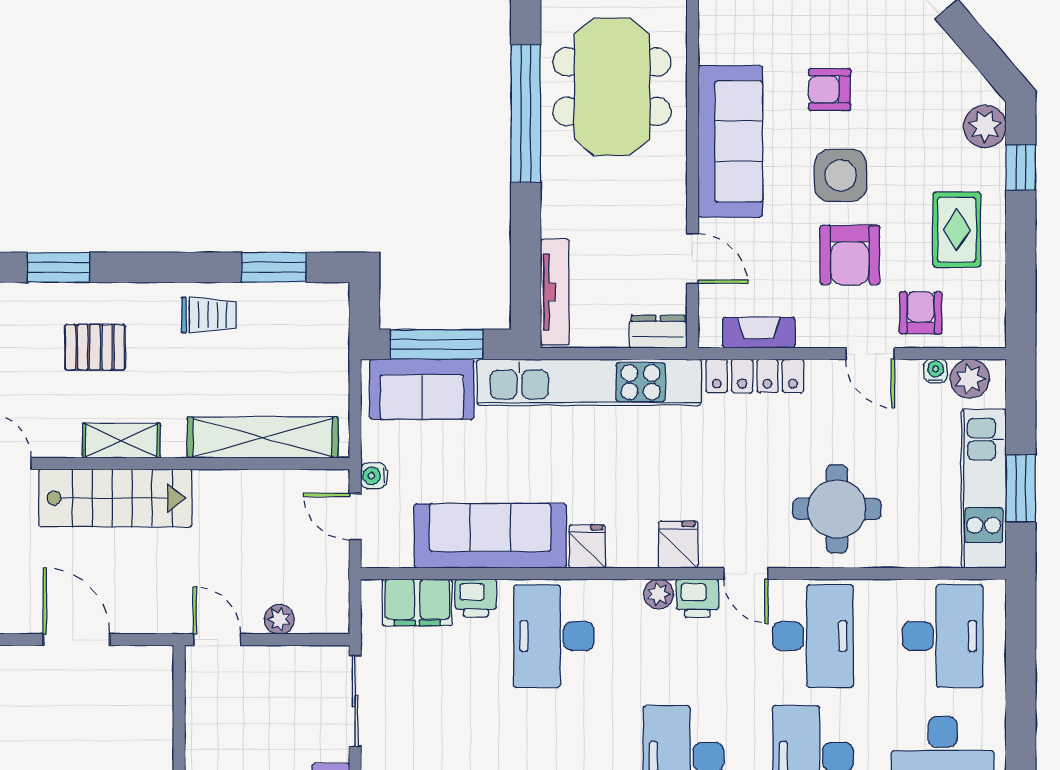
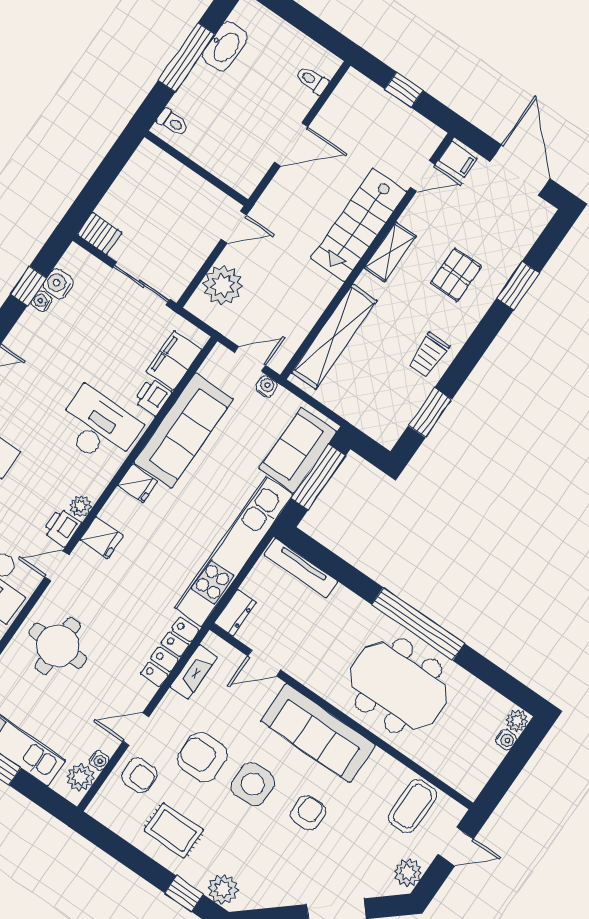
plant: (279, 619) -> (223, 285), width x1.87, depth x1.87

